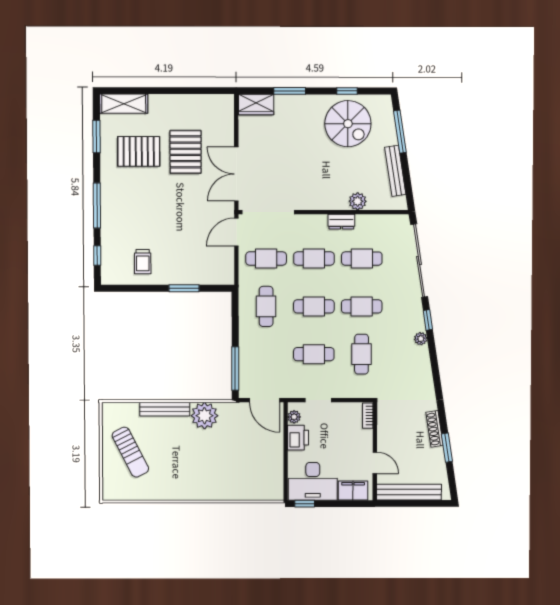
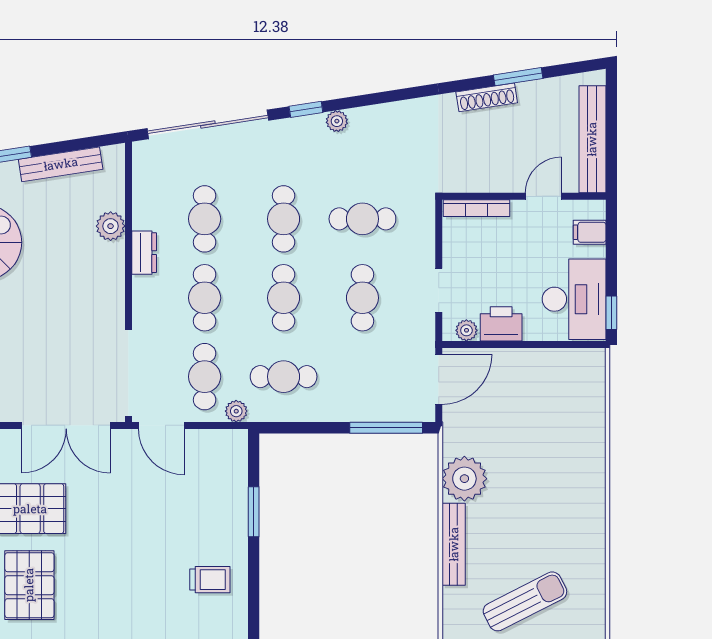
plant: (245, 278) -> (236, 411), added
bookcase: (368, 416) -> (477, 208), width x1.56
filing cabinet: (353, 491) -> (590, 232), width x0.50

